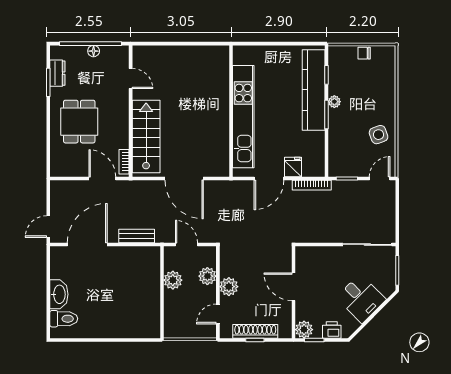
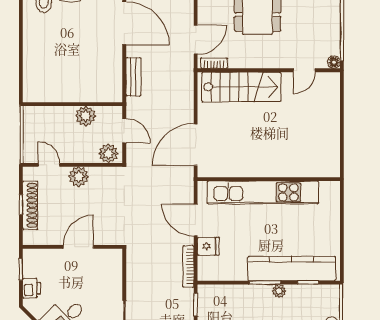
floor lamp: (94, 51) -> (334, 62), moved
door: (184, 179) -> (196, 145), moved
door: (186, 244) -> (124, 131), hinge flipped
plant: (207, 276) -> (108, 153), moved
plant: (304, 330) -> (32, 258), removed

